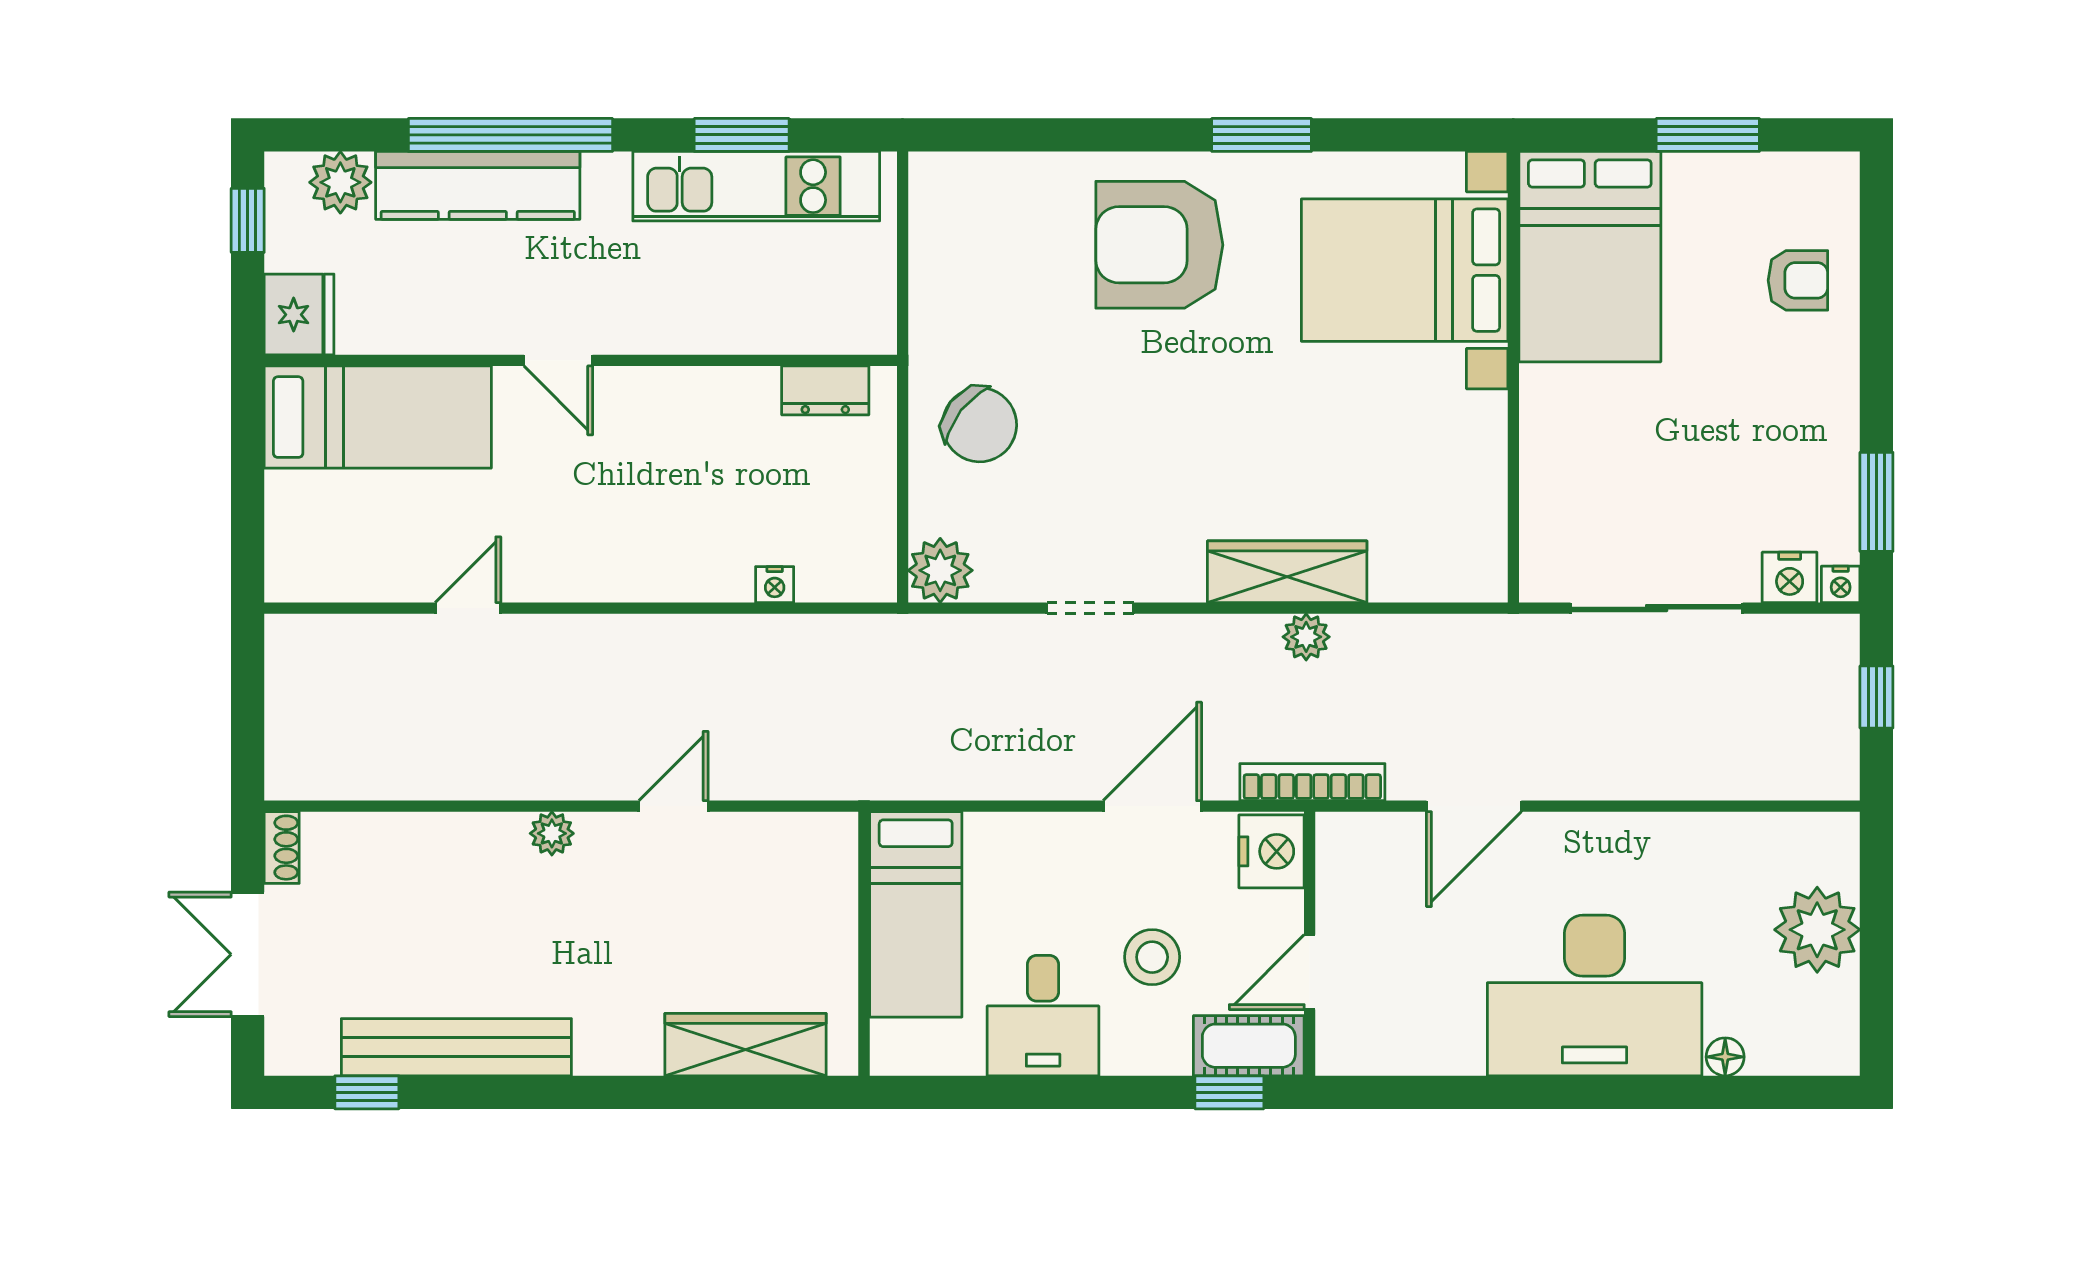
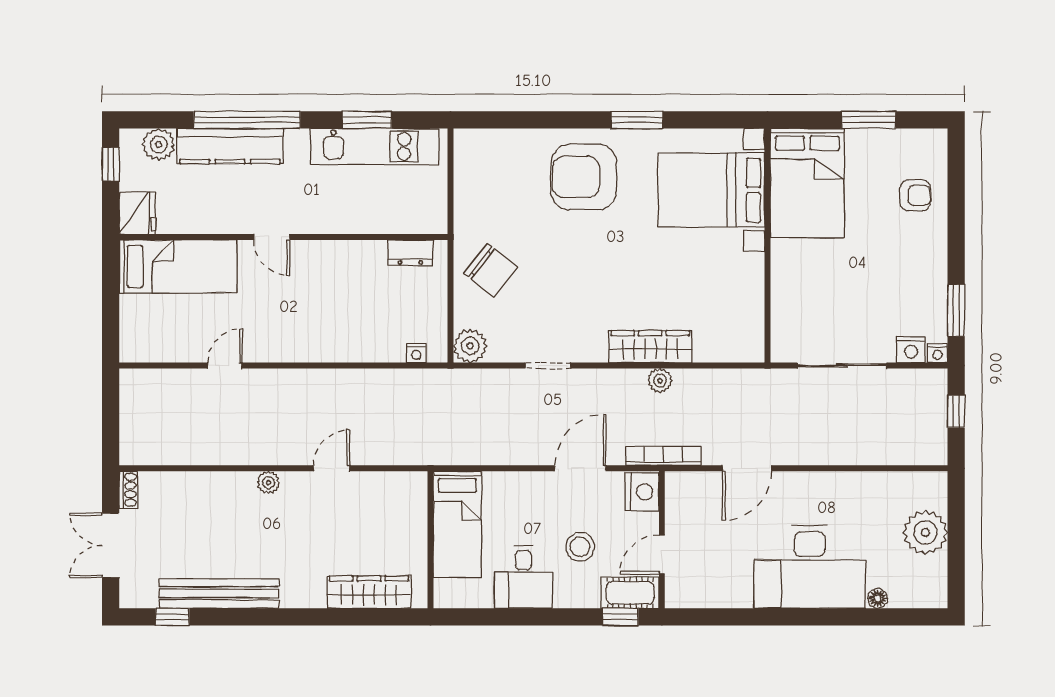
nightstand: (775, 585) -> (416, 353), moved

